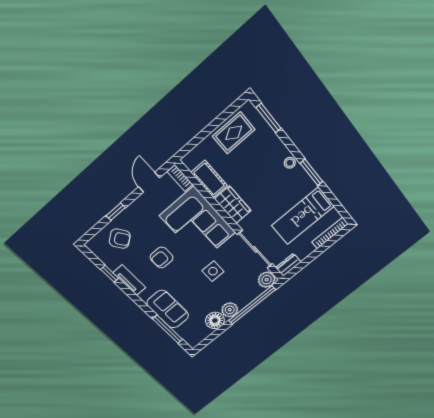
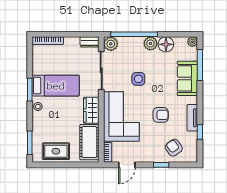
cot: (209, 179) -> (89, 142), width x1.37, depth x1.34
bed: (303, 216) -> (56, 86), moved
plant: (193, 342) -> (192, 42), added

